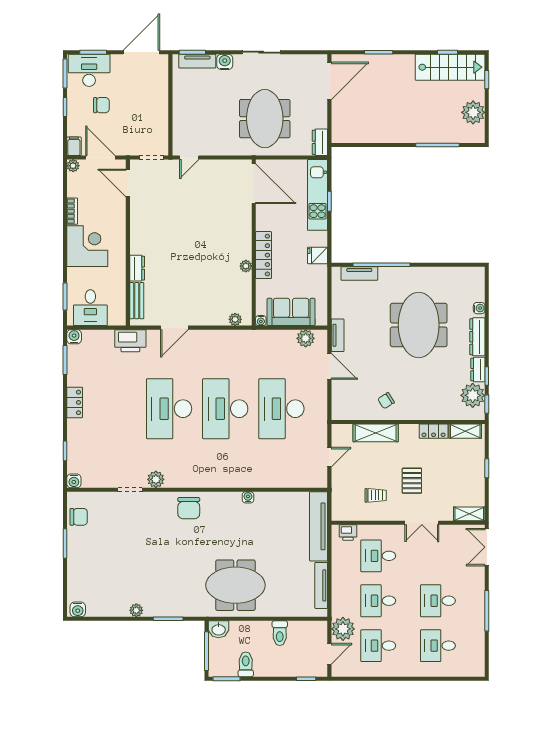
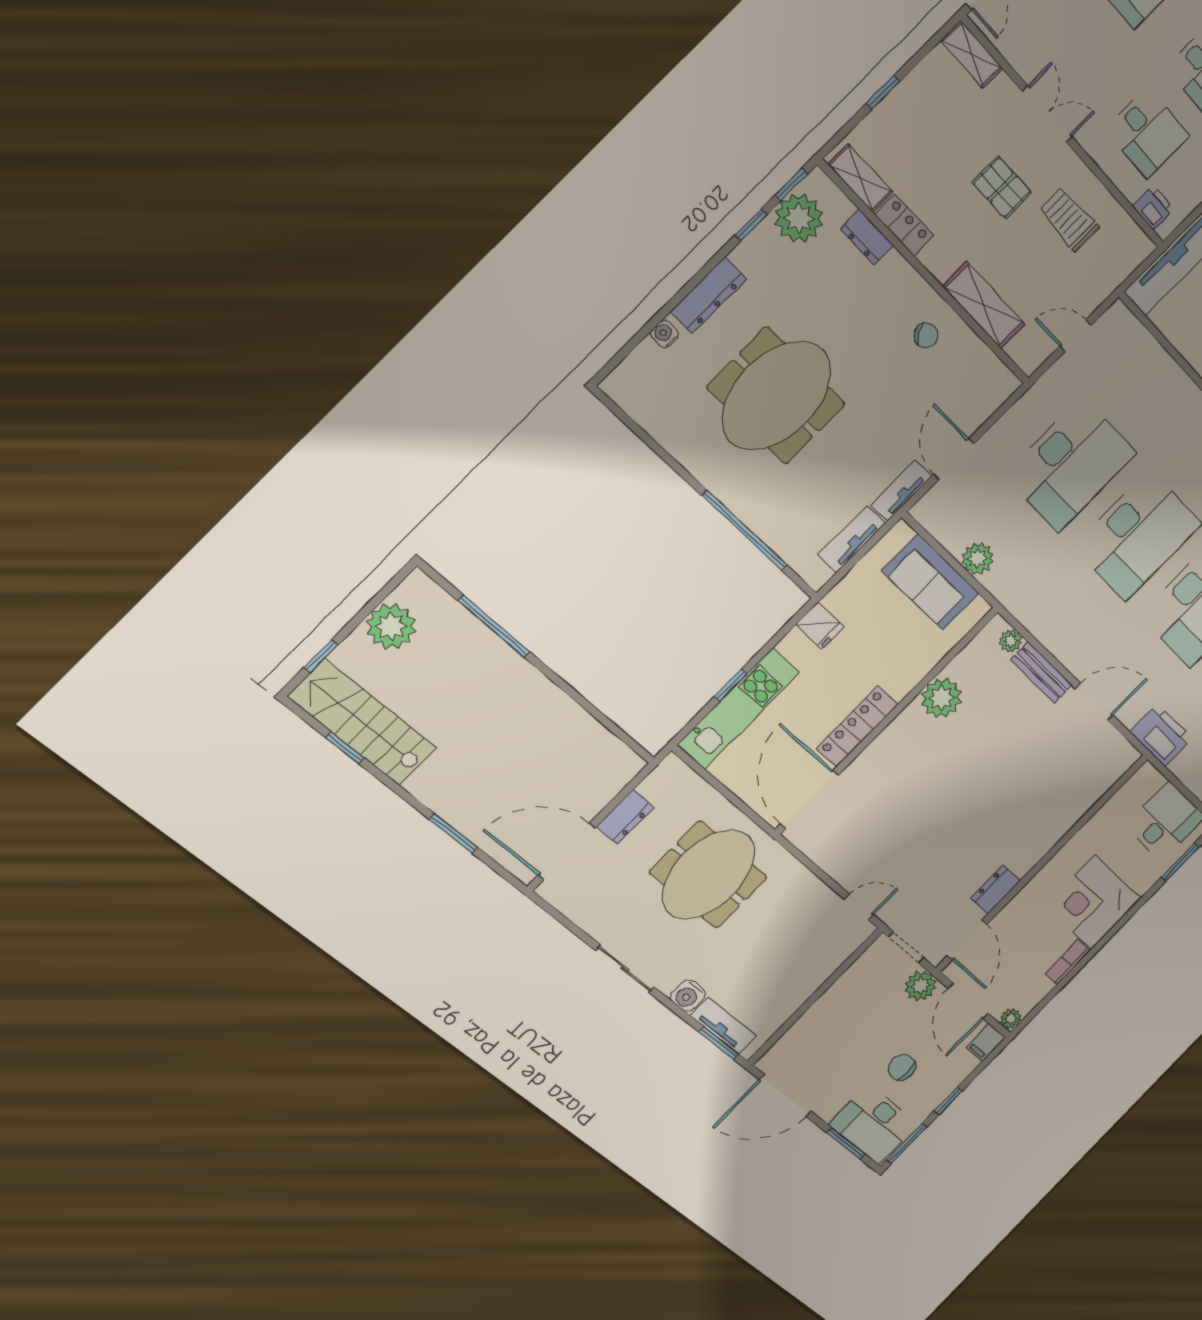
dresser: (320, 142) -> (625, 817), moved
plant: (129, 147) -> (920, 986), added
locker: (264, 255) -> (857, 727), moved
plant: (246, 266) -> (941, 698), width x1.87, depth x1.87
dresser: (137, 268) -> (996, 889), moved
tv unit: (359, 273) -> (852, 539), moved, turned -90
bench: (137, 301) -> (1041, 672), moved, turned 90
water cooler: (261, 321) -> (980, 608), removed
plant: (306, 338) -> (978, 559), moved
dresser: (478, 370) -> (867, 237), moved, turned 90
pallet: (412, 481) -> (1002, 187), turned 90
trolley: (376, 495) -> (1069, 219), width x1.36, depth x1.39

